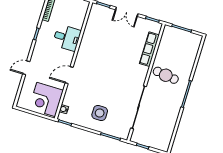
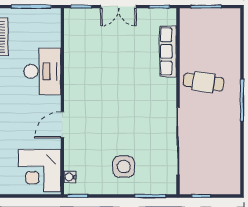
desk: (67, 38) -> (42, 71), width x1.37

